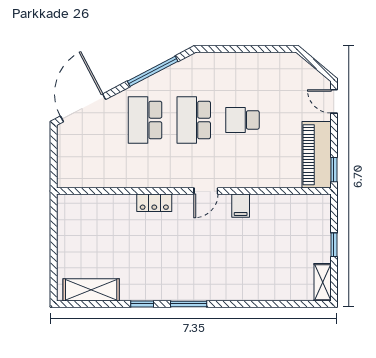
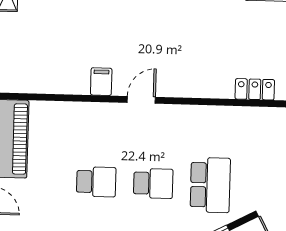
school desk: (194, 120) -> (153, 183), width x0.54
locker: (154, 203) -> (255, 89), moved

